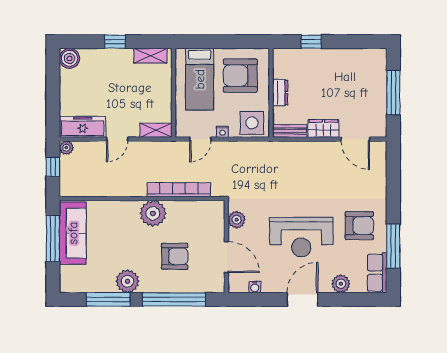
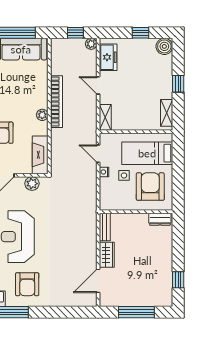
window: (311, 42) -> (178, 280), moved
window: (53, 88) -> (140, 33), added
dresser: (280, 93) -> (160, 219), moved
side table: (252, 123) -> (124, 175), moved, width x0.54, depth x0.54
freezer: (83, 127) -> (108, 57), width x0.71
bookcase: (179, 190) -> (57, 102), moved
fireplace: (202, 210) -> (40, 155), added
plant: (153, 213) -> (42, 115), width x0.53, depth x0.53

